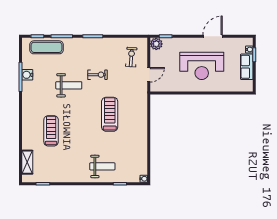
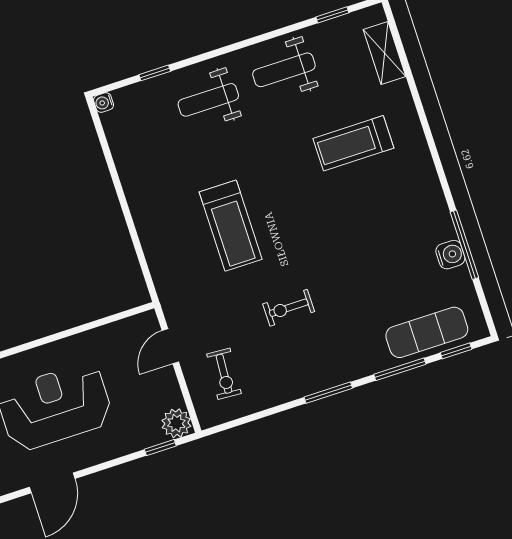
weight bench: (69, 85) -> (284, 70), moved
treadmill: (51, 131) -> (353, 143), turned 90

